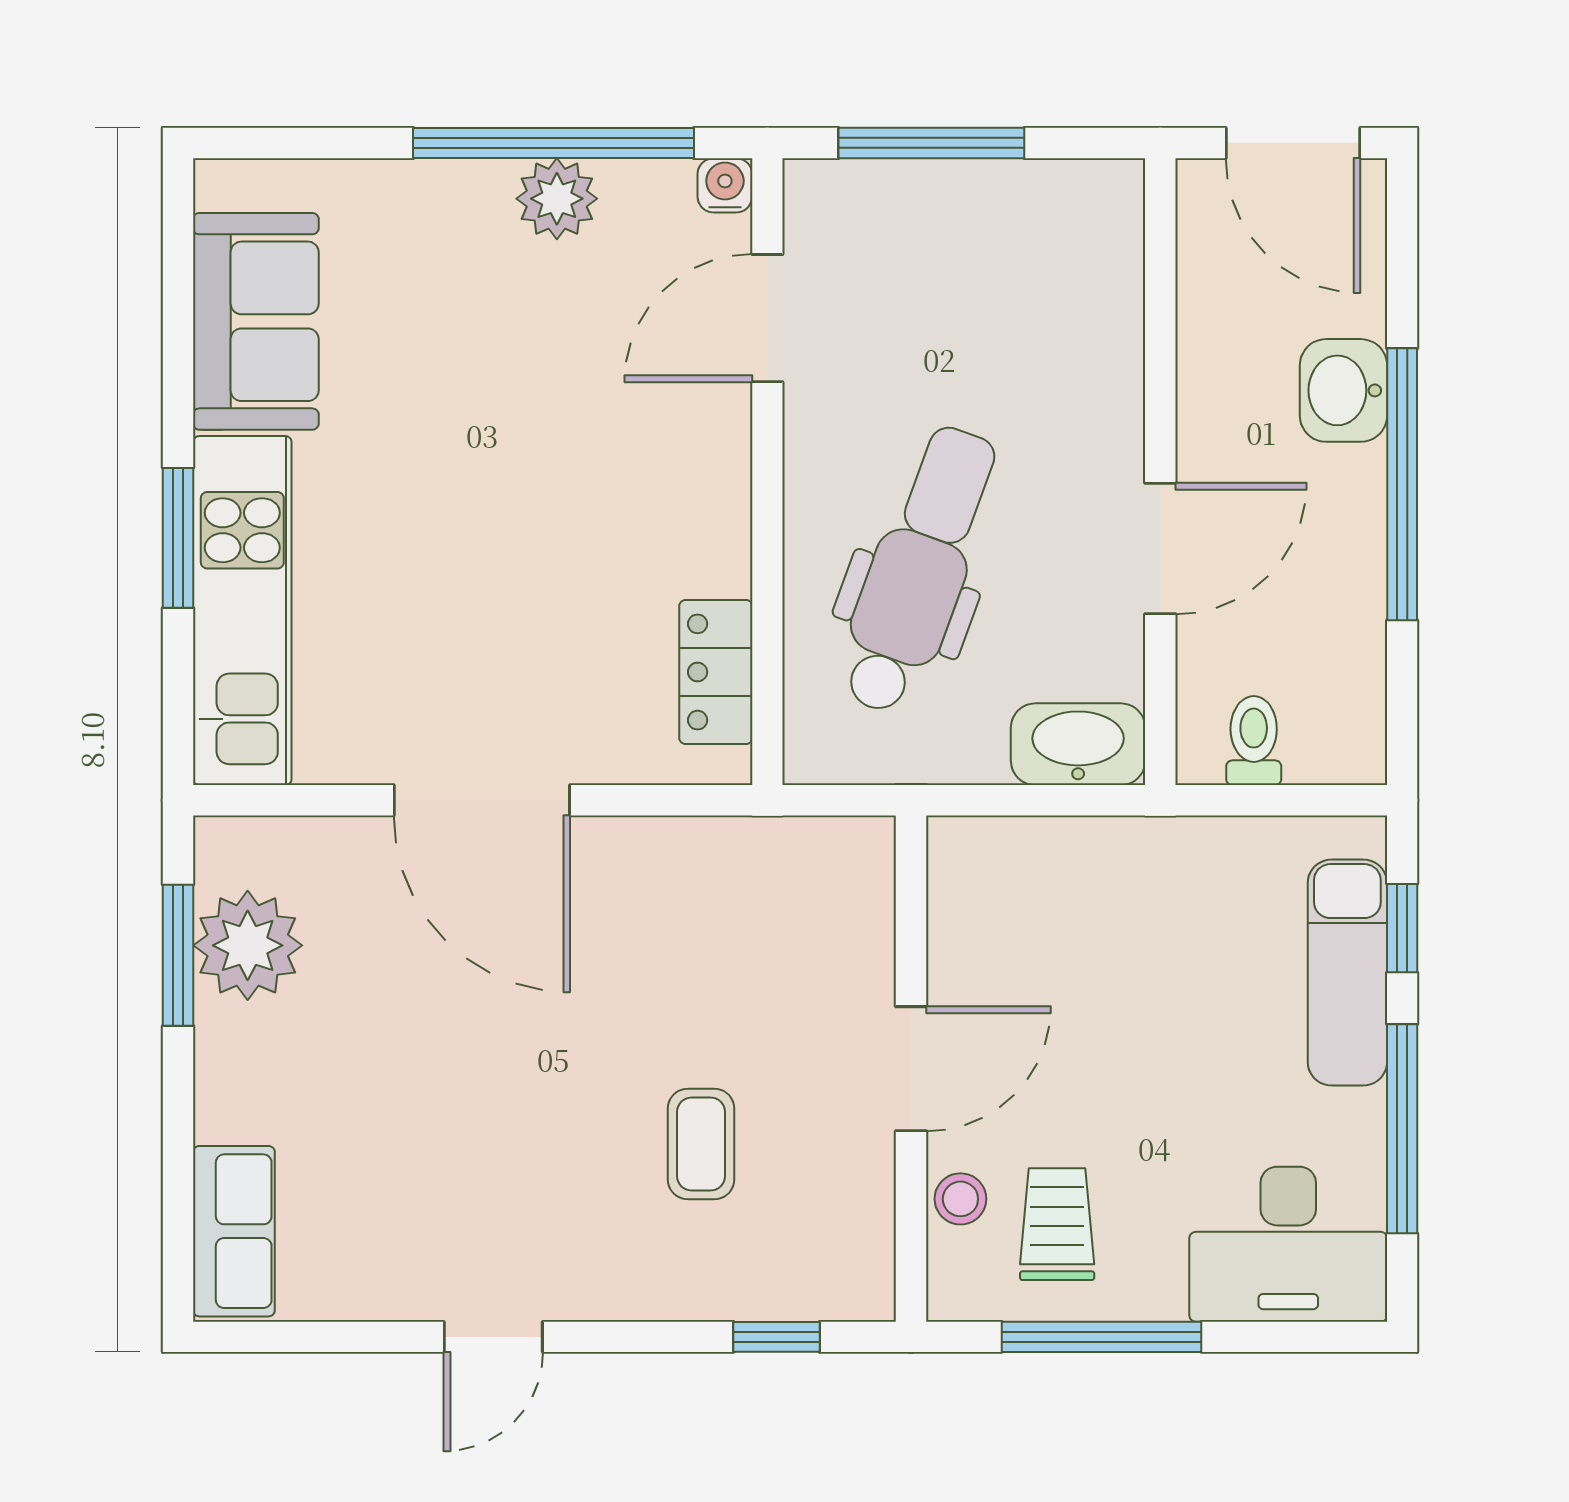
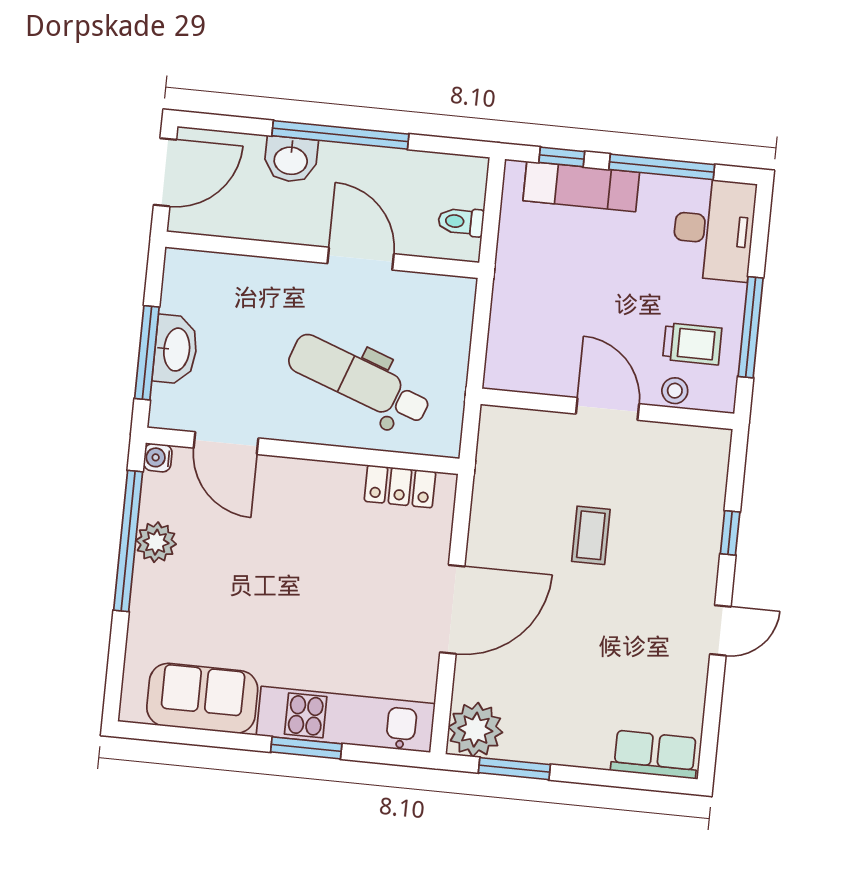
washbasin: (1078, 744) -> (175, 349), moved, turned 180
plant: (248, 945) -> (475, 730), moved
coffee table: (701, 1144) -> (591, 535), moved, turned 90
trolley: (1057, 1224) -> (692, 344), turned 180
door: (493, 1337) -> (720, 630), hinge flipped
window: (776, 1337) -> (730, 533), moved

